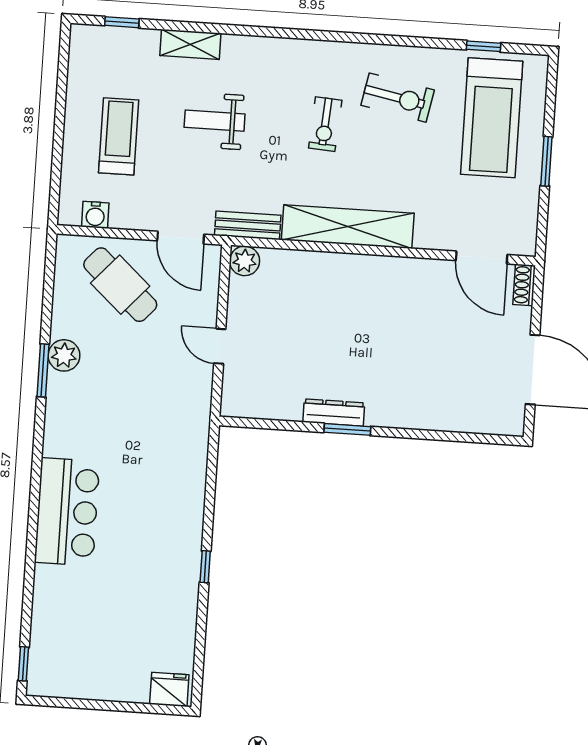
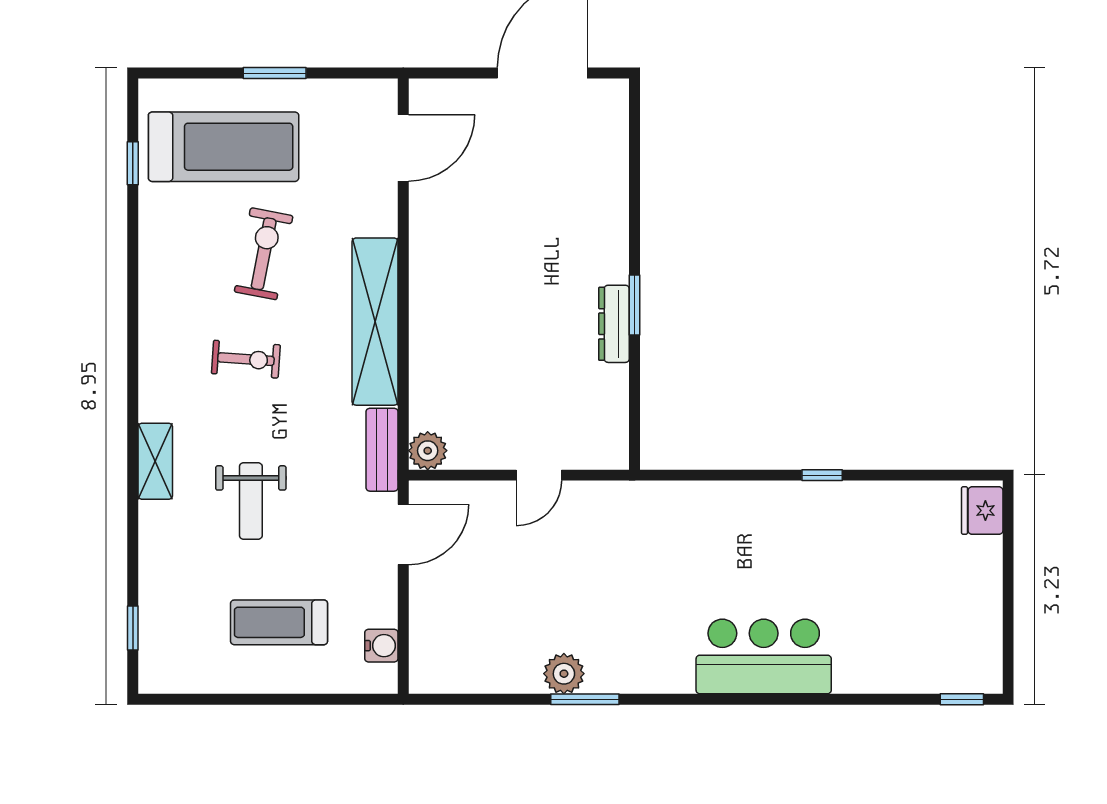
shelving: (190, 44) -> (155, 461), moved
exercise bike: (398, 98) -> (264, 254), moved
cafe table: (120, 285) -> (469, 608), removed
shoe rack: (524, 285) -> (435, 91), removed

